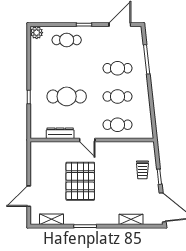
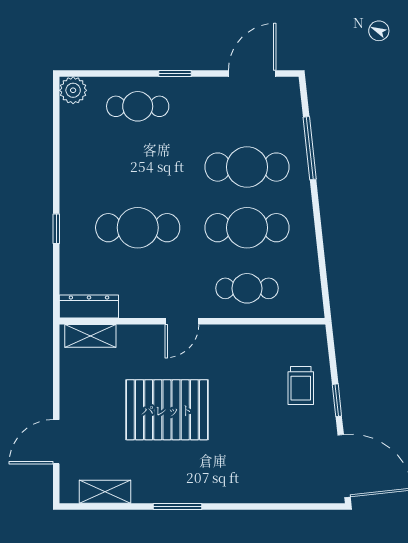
cafe table: (117, 68) -> (247, 167), width x1.37, depth x1.35
cafe table: (117, 96) -> (247, 228), width x1.37, depth x1.35
dresser: (60, 133) -> (89, 307), moved
door: (87, 140) -> (182, 321), hinge flipped
pallet: (80, 181) -> (167, 410), turned 90
shelving: (131, 219) -> (90, 336), moved

